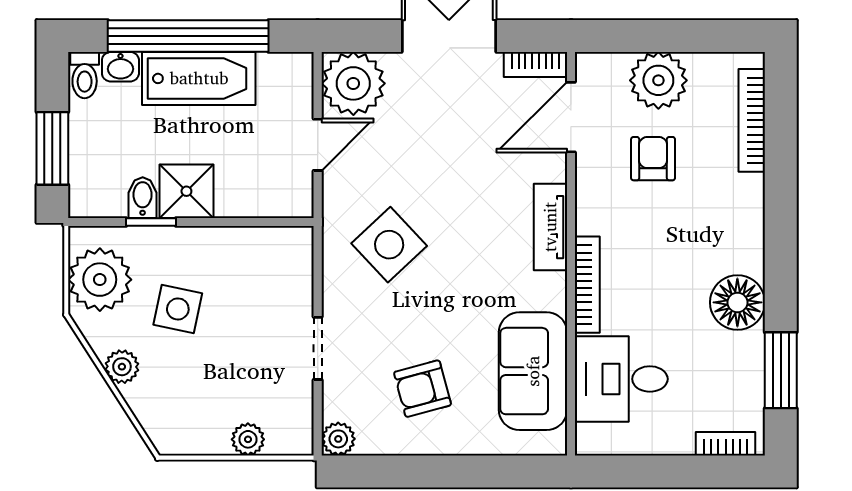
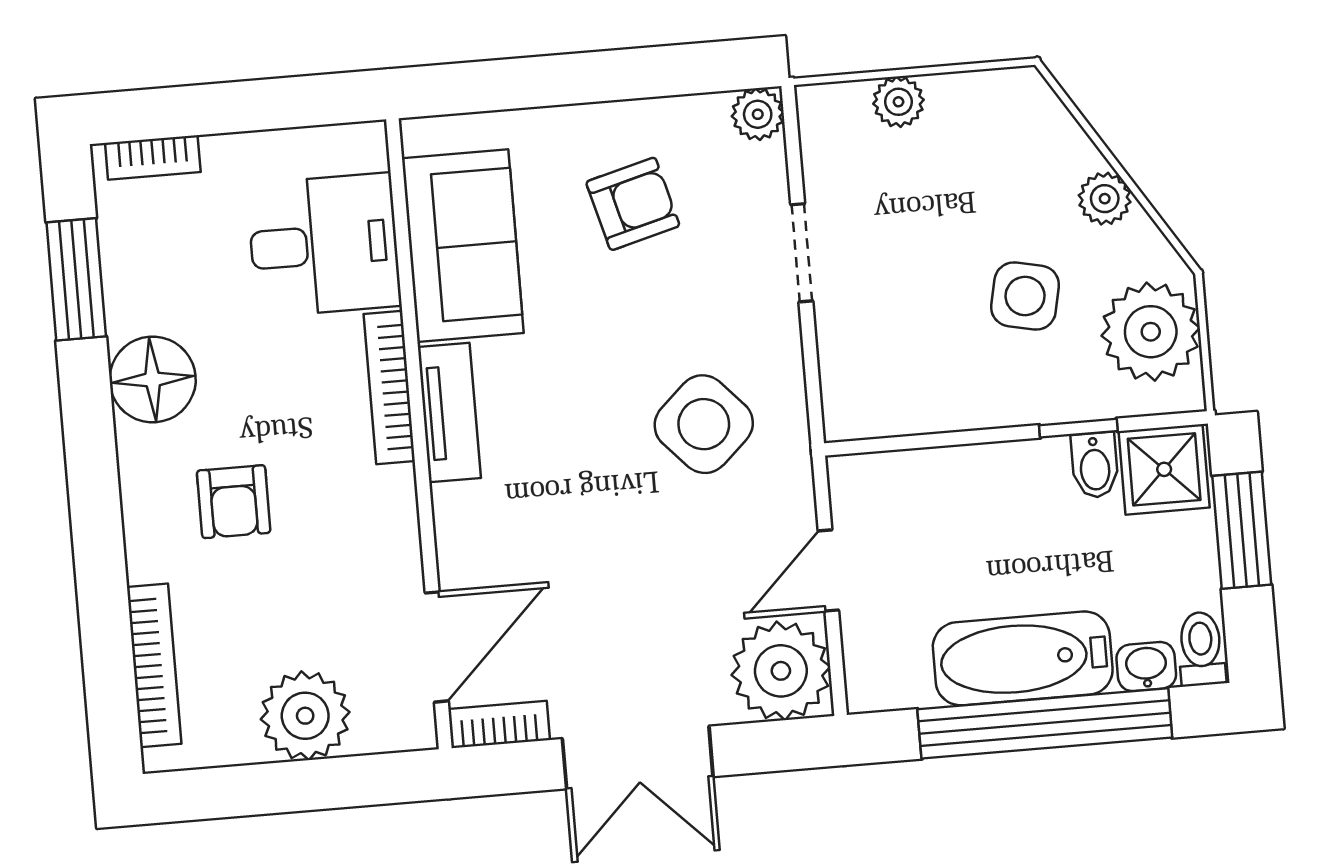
armchair: (653, 159) -> (234, 502), moved
shower: (186, 191) -> (1164, 469), moved
tv unit: (550, 227) -> (449, 412), moved

